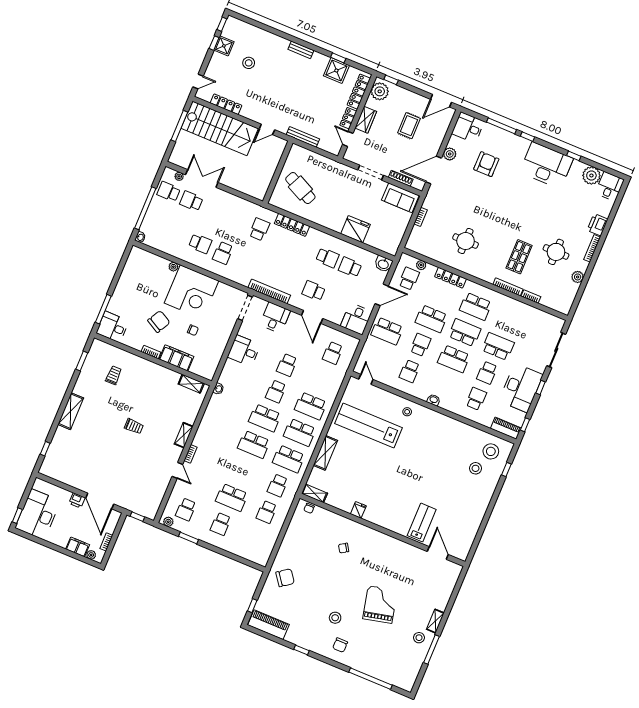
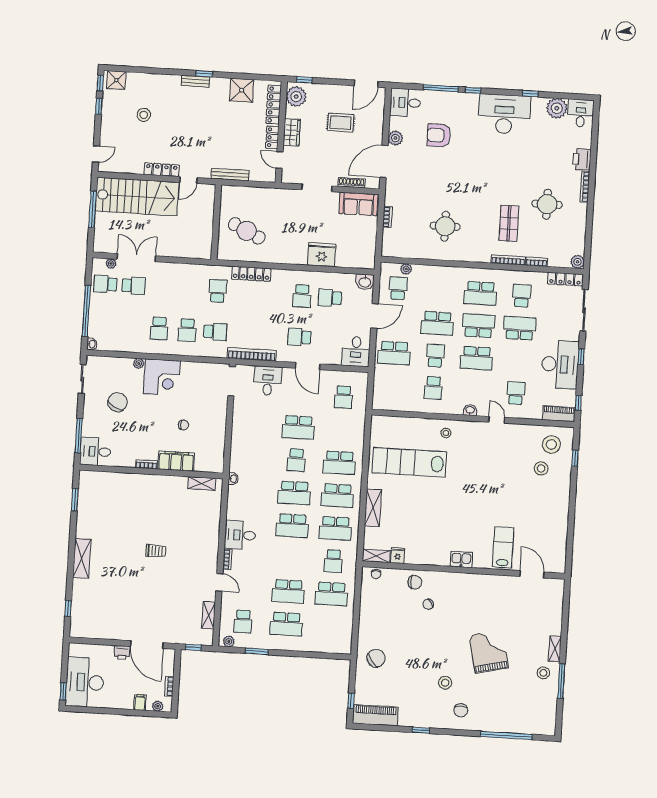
shower: (224, 46) -> (116, 80), moved
window: (338, 58) -> (204, 74), moved
locker: (226, 104) -> (162, 170), moved
rug: (409, 126) -> (341, 123), turned 90
armchair: (486, 164) -> (439, 135), turned -90
school desk: (191, 201) -> (134, 286), turned 180
school desk: (200, 244) -> (159, 328), turned 90
school desk: (327, 258) -> (302, 296), turned 90
school desk: (246, 262) -> (215, 332), added
sliding door: (122, 263) -> (82, 379), added
plant: (578, 277) -> (578, 262), moved
locker: (450, 278) -> (565, 279), moved
corner desk: (192, 292) -> (162, 377), width x0.74, depth x0.74
chair: (159, 321) -> (117, 402), moved
desk: (244, 351) -> (240, 535), moved
school desk: (287, 365) -> (298, 427), width x1.85
school desk: (487, 373) -> (522, 296), moved, turned 180
trolley: (114, 375) -> (115, 503), removed
door: (366, 379) -> (497, 420), moved
shelving: (184, 435) -> (209, 615), moved
fridge: (358, 510) -> (398, 555), moved
school desk: (267, 512) -> (331, 594), width x1.85
kitchen sink: (384, 521) -> (461, 559), added
school desk: (221, 524) -> (286, 624), width x1.85
chair: (339, 526) -> (415, 582), added
filing cabinet: (78, 547) -> (140, 703), width x0.50

